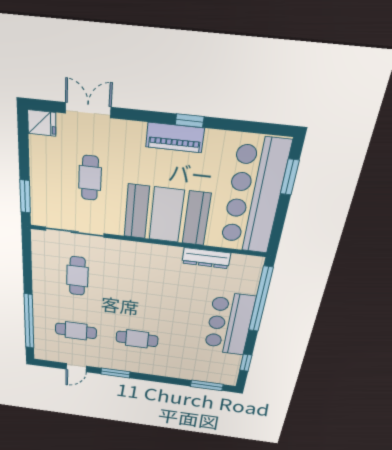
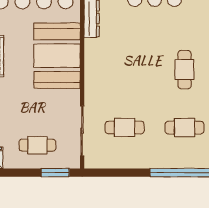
cafe table: (90, 178) -> (37, 145), moved
cafe table: (76, 331) -> (184, 128), turned 90

